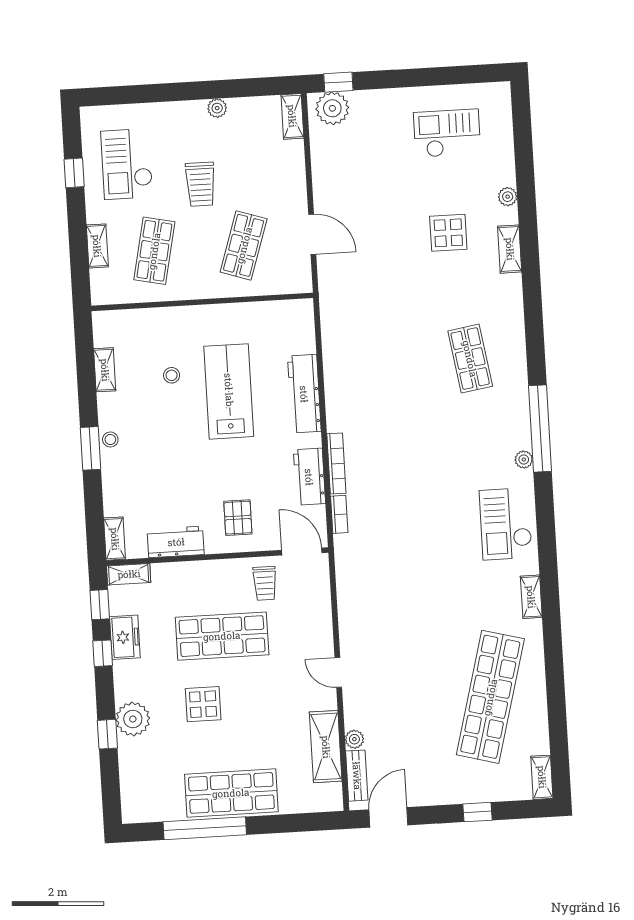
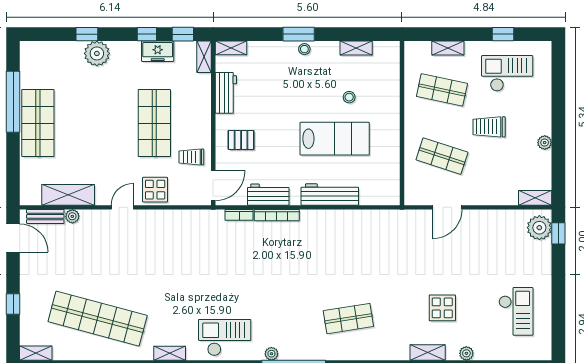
display table: (203, 704) -> (155, 190), moved

